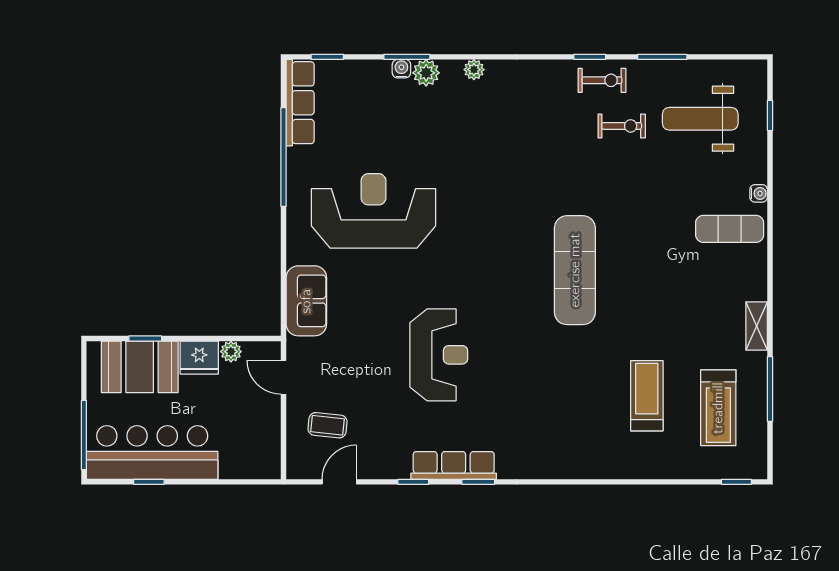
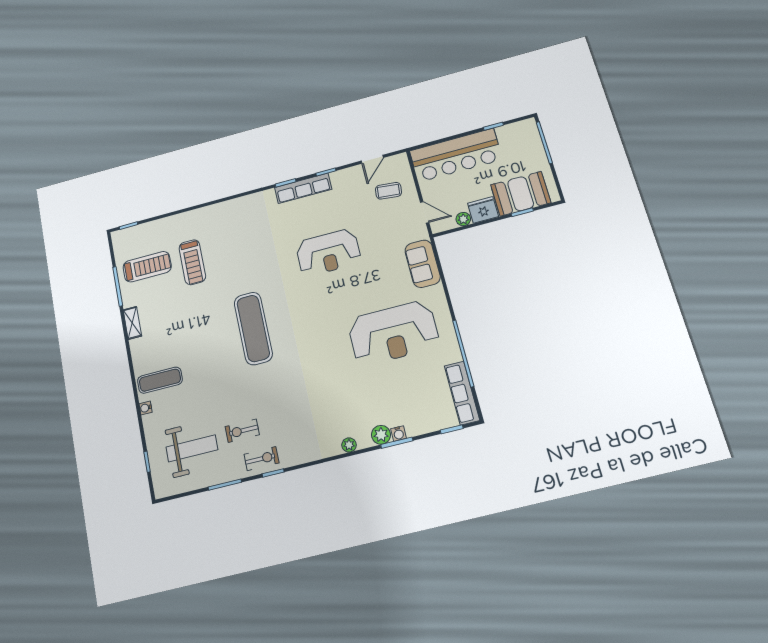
exercise bike: (602, 80) -> (262, 459), turned 180
reception desk: (439, 355) -> (328, 253), turned -90
treadmill: (718, 408) -> (147, 267), turned 90
bar counter: (152, 452) -> (456, 155), moved

